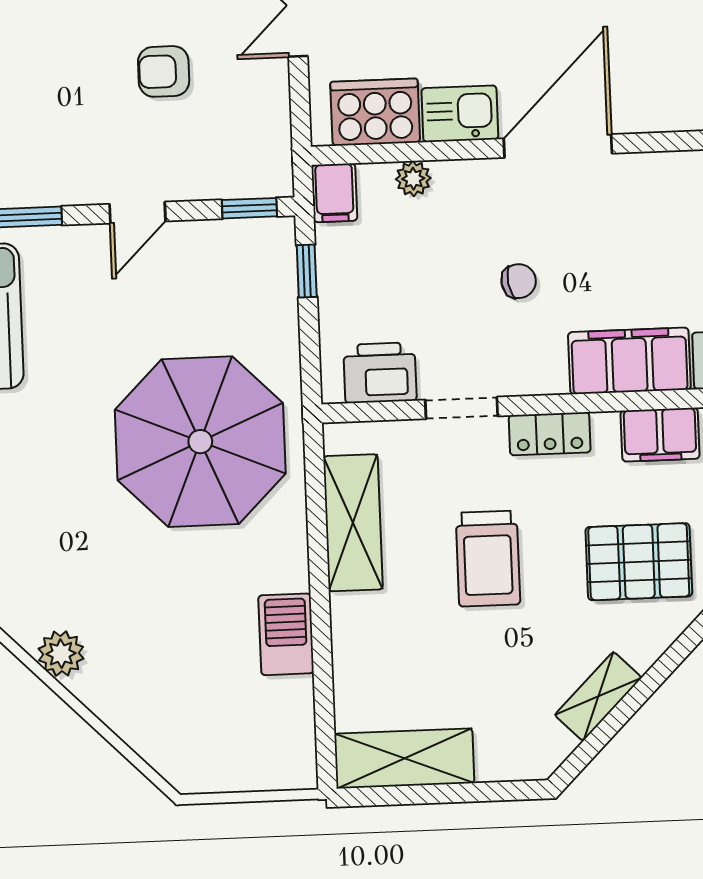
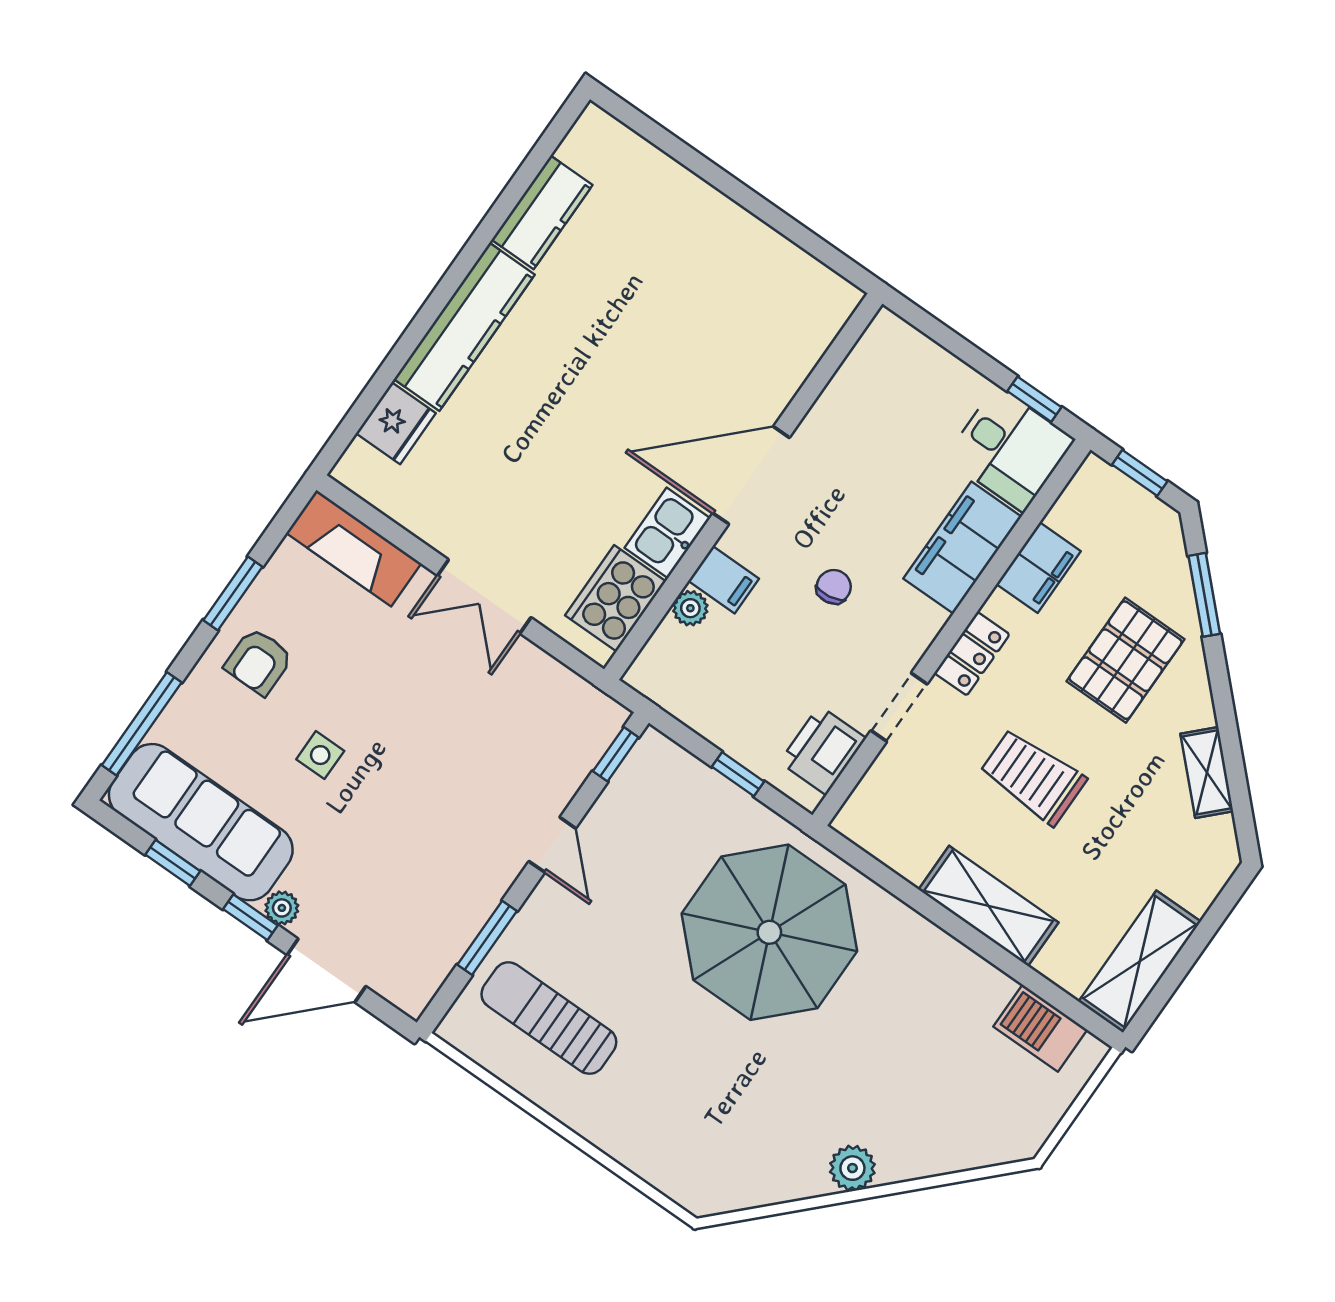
armchair: (164, 71) -> (457, 740), removed
door: (558, 146) -> (751, 475), hinge flipped
filing cabinet: (334, 193) -> (724, 580), moved
window: (307, 271) -> (738, 774), moved
shelving: (353, 523) -> (988, 906), moved
trolley: (488, 559) -> (1033, 777), turned 180
barbecue: (286, 634) -> (1040, 1028), moved

